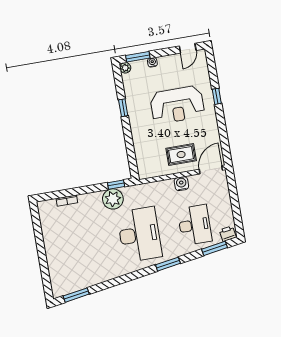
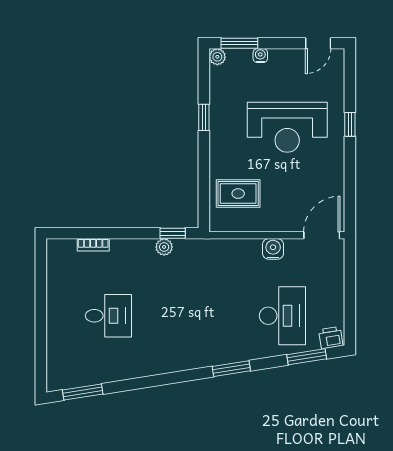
rug: (181, 155) -> (238, 194), moved
plant: (113, 199) -> (164, 247), width x0.53, depth x0.53
desk: (139, 234) -> (108, 316), moved, width x0.53, depth x0.77

